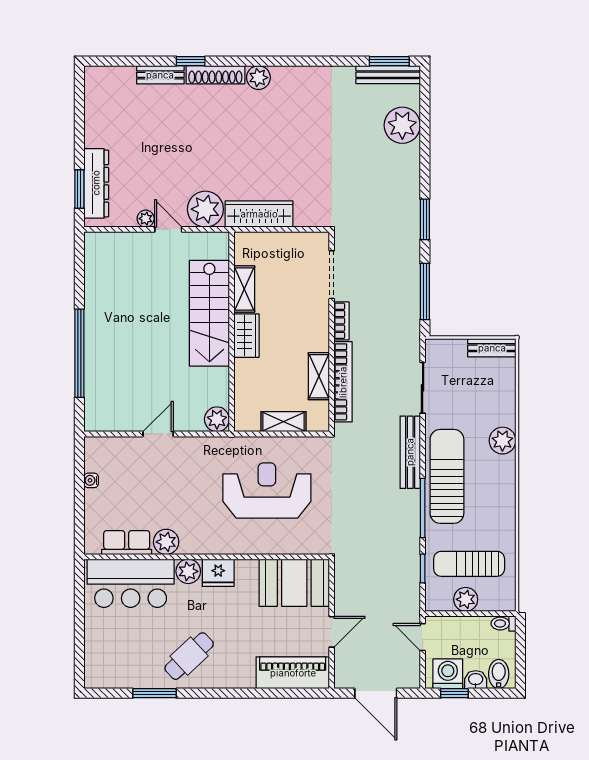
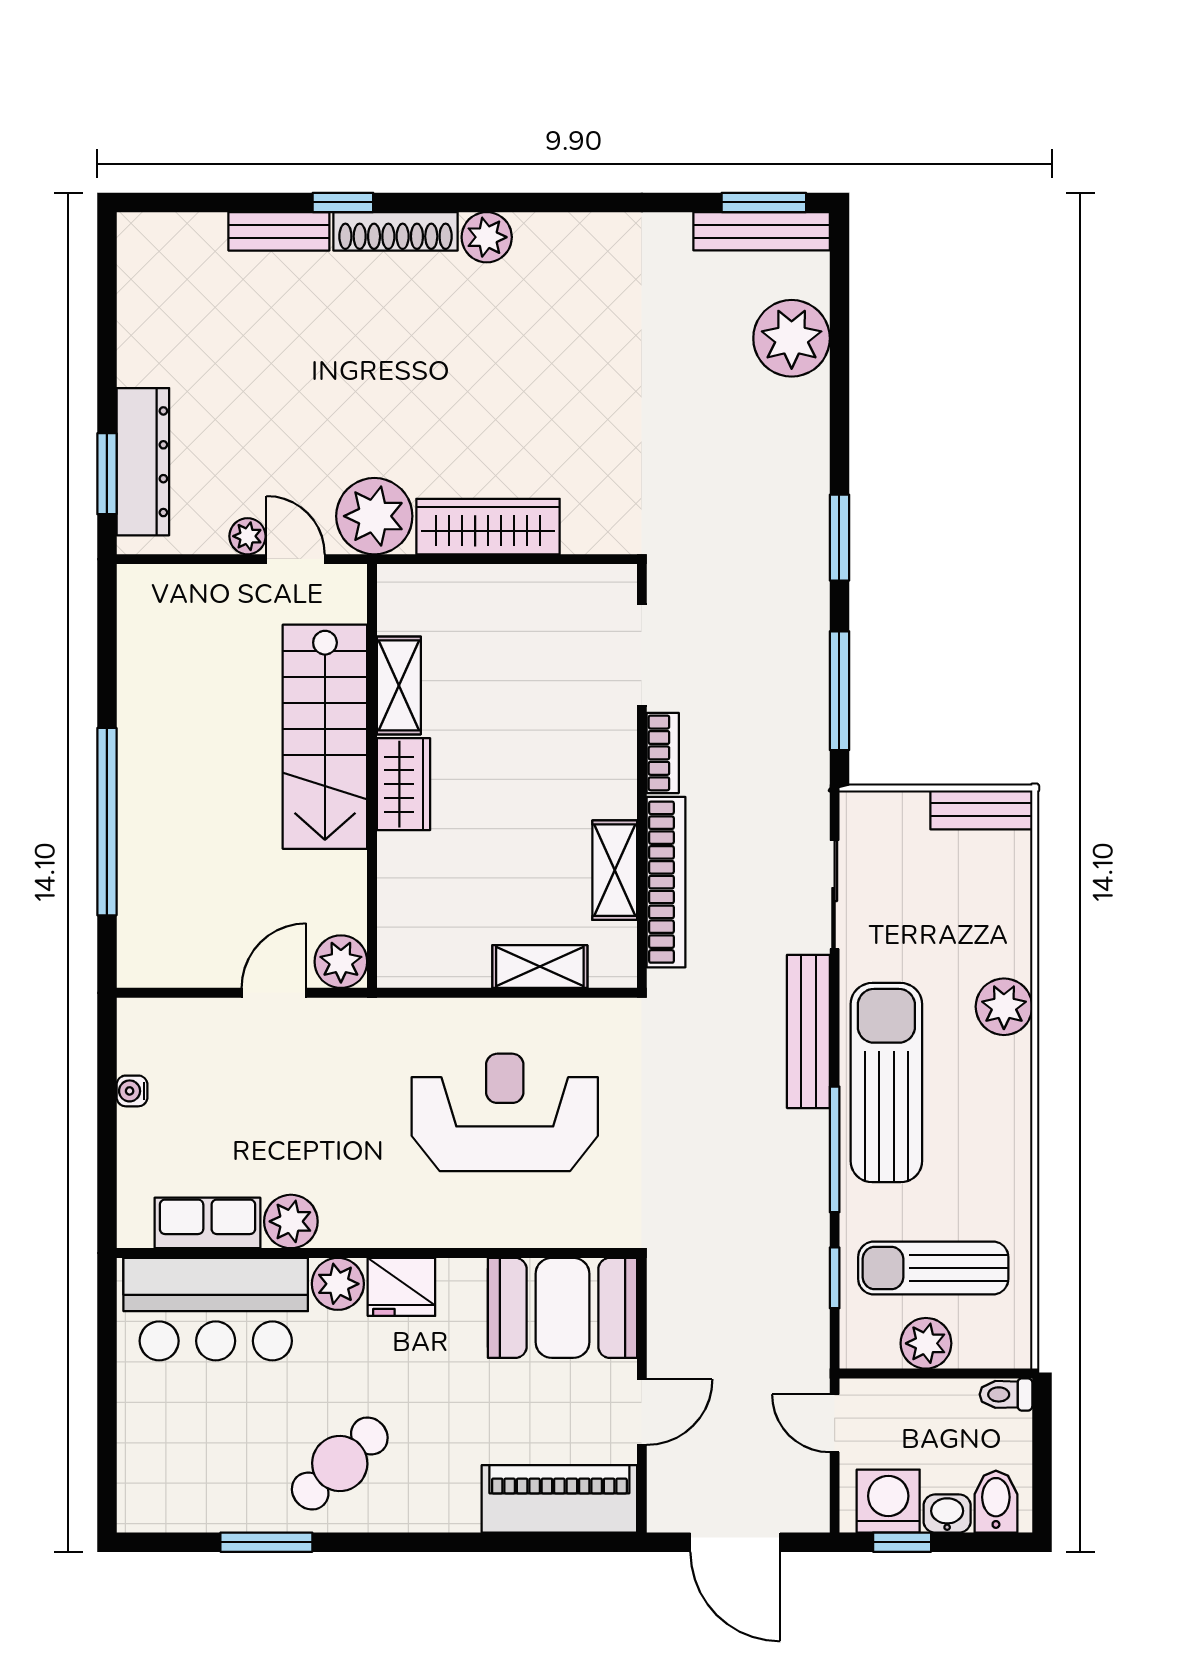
shelving: (244, 289) -> (399, 685), moved
stairs: (209, 313) -> (325, 737), moved
wall: (232, 332) -> (372, 776), moved
wardrobe: (246, 336) -> (404, 784), moved
plant: (217, 419) -> (341, 962), moved

